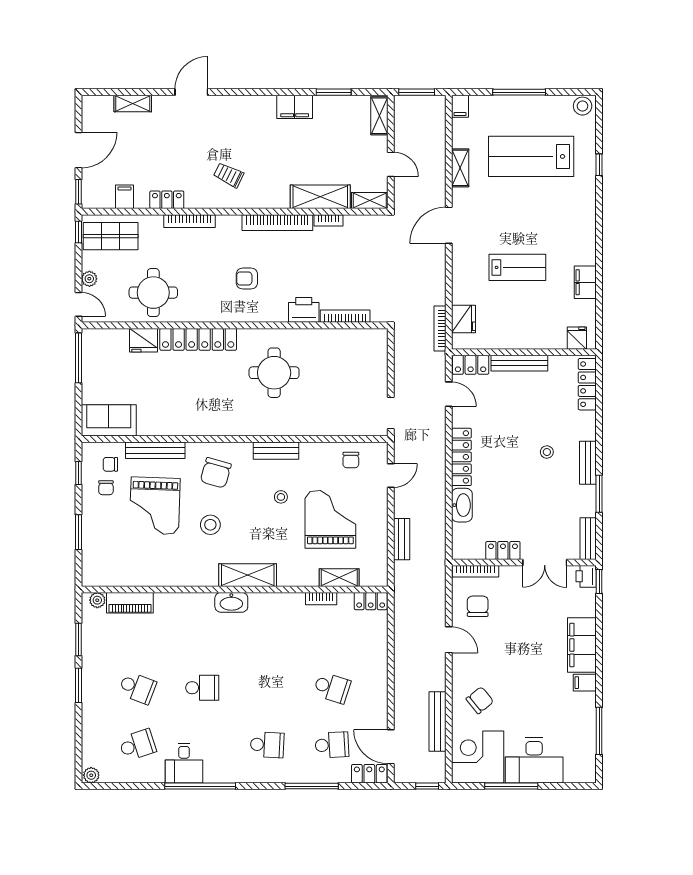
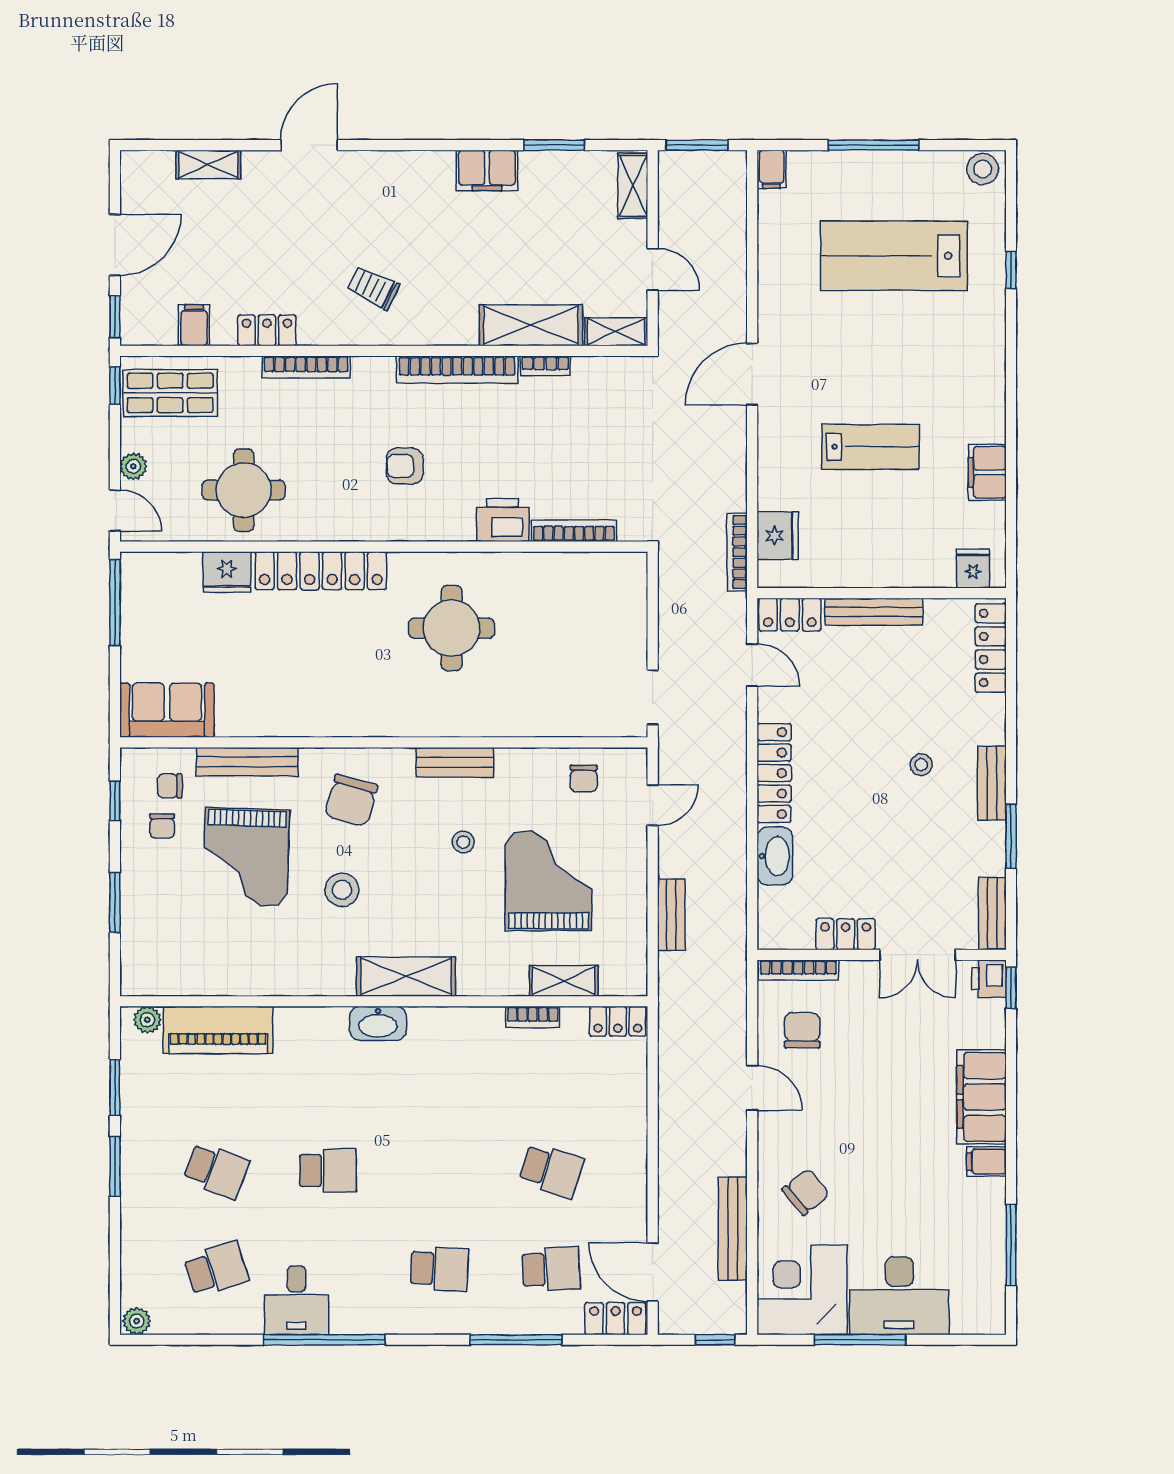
shelving: (460, 168) -> (772, 276), removed
piano: (130, 603) -> (218, 1030), width x1.37, depth x1.33

